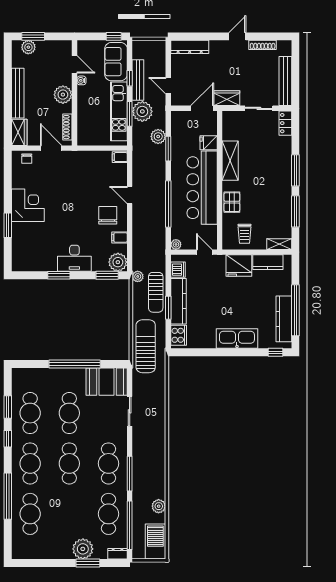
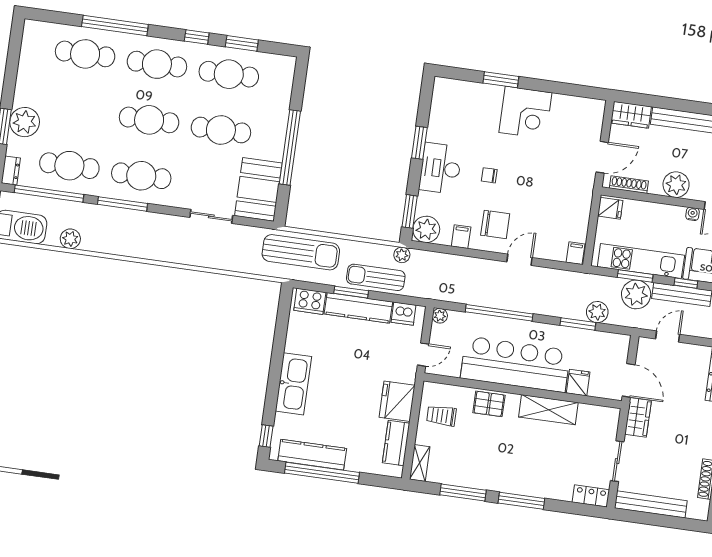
fridge: (86, 138) -> (610, 208), added
chair: (27, 159) -> (489, 175), moved

